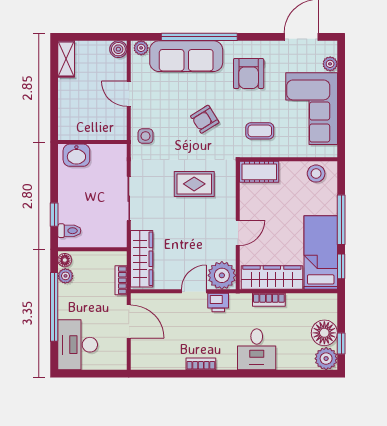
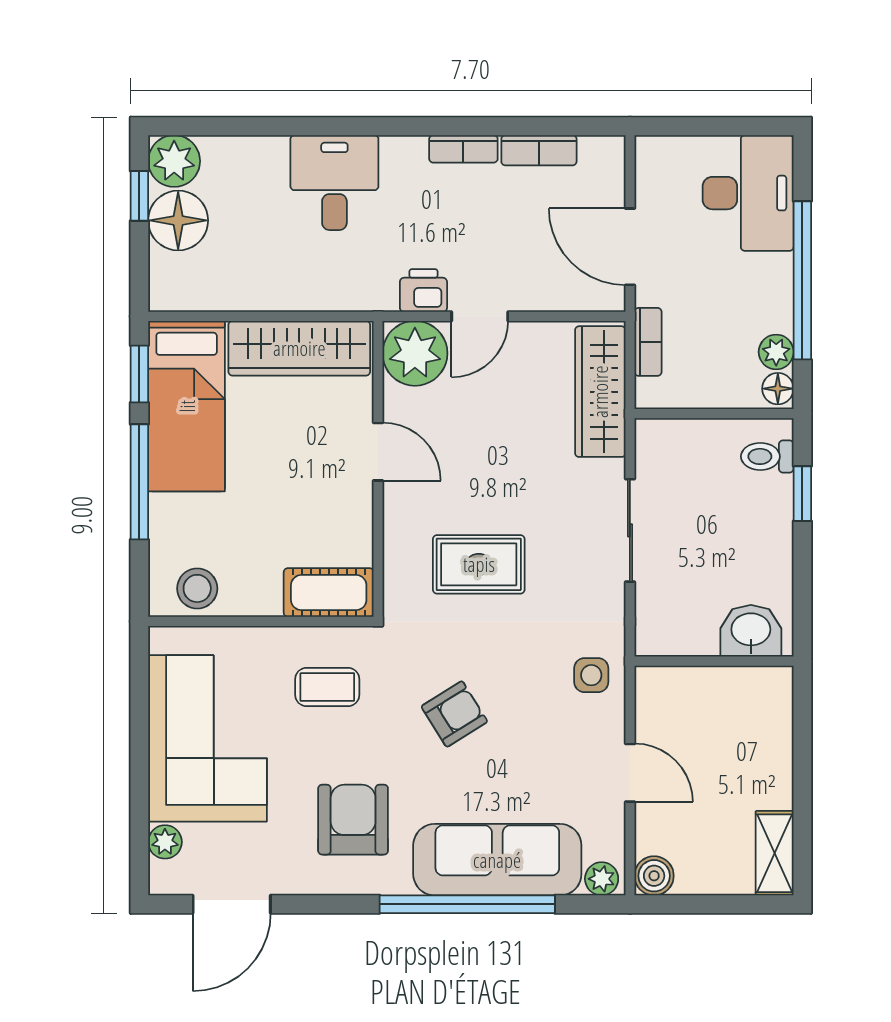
door: (238, 233) -> (378, 452), swing flipped
bookcase: (269, 300) -> (539, 150), moved, turned 180

